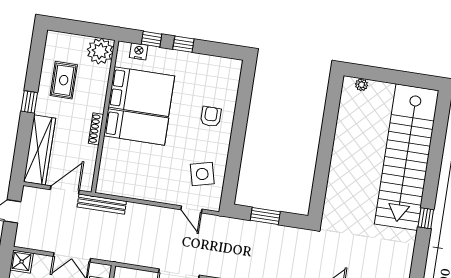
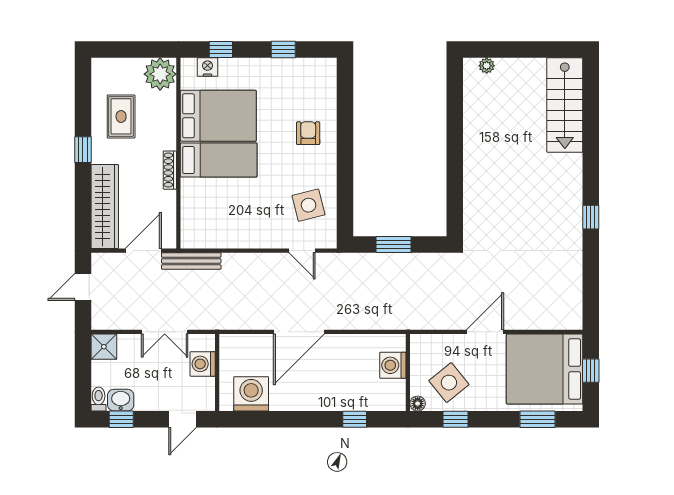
window: (183, 44) -> (283, 50), moved
stairs: (407, 157) -> (565, 105), width x0.54, depth x0.66

